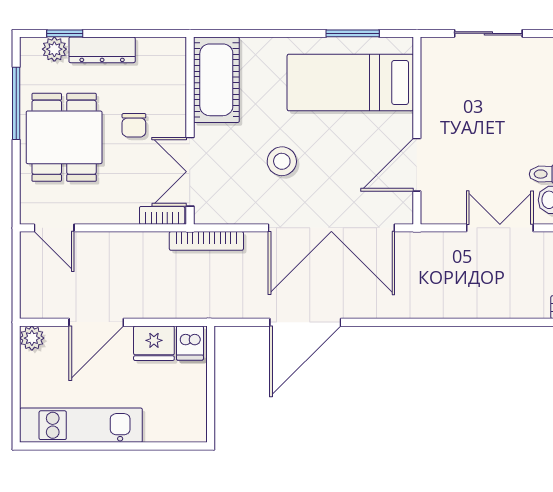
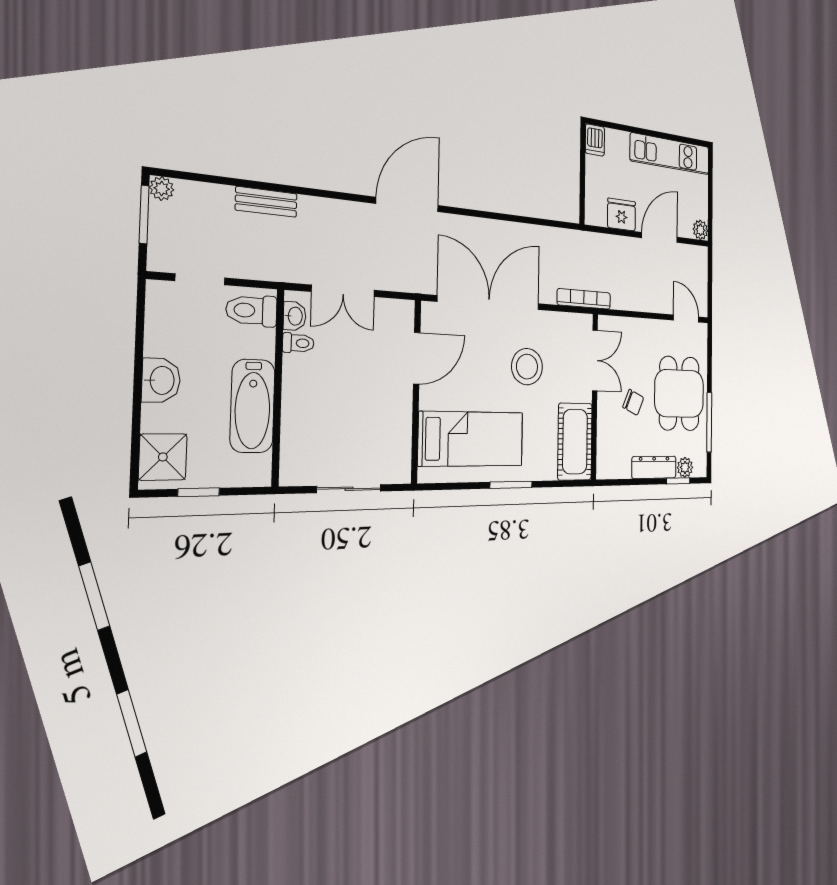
window: (353, 33) -> (511, 485), moved
chair: (134, 125) -> (633, 402), turned 114
stool: (282, 161) -> (527, 367), width x1.38, depth x1.38
bookcase: (162, 215) -> (615, 324), removed
door: (305, 322) -> (407, 205), moved
dishwasher: (190, 343) -> (595, 140), moved, turned 180

